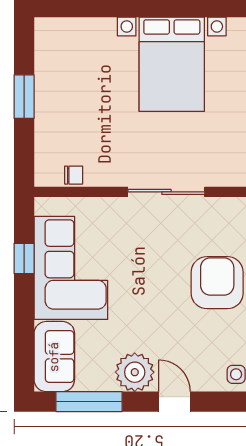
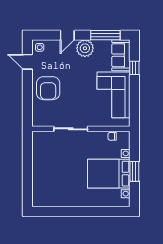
bed with nightstands: (172, 64) -> (109, 174), moved, turned -90
window: (24, 258) -> (134, 68), moved
door: (174, 402) -> (67, 35), hinge flipped

